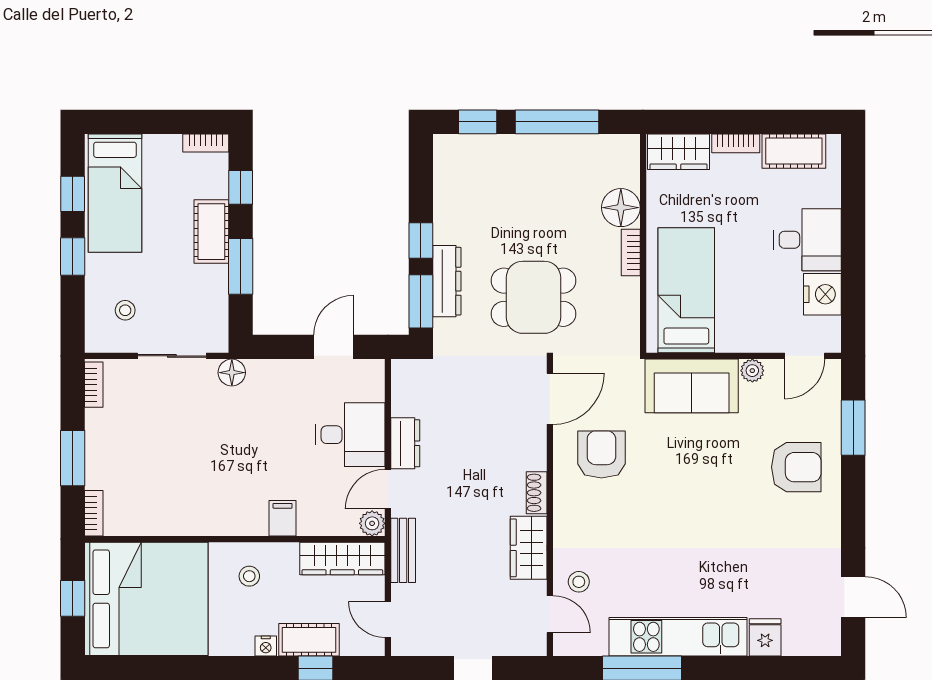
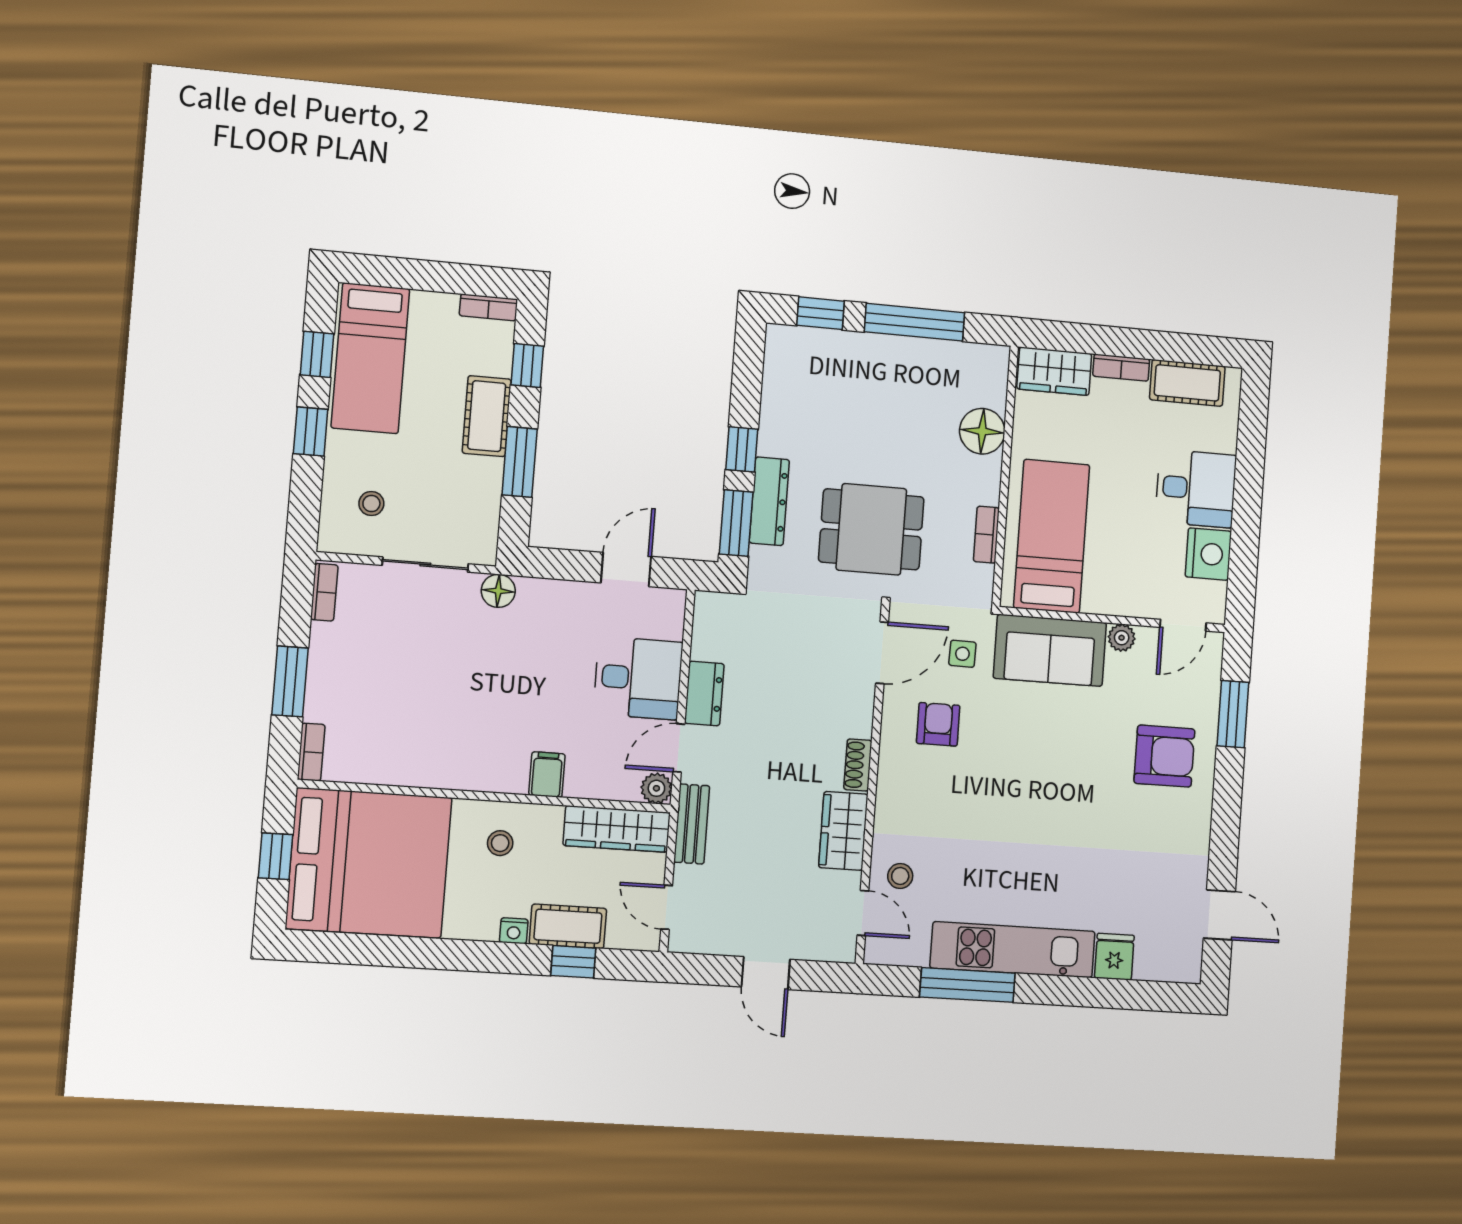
bookcase: (631, 253) -> (986, 535), moved
side table: (618, 394) -> (962, 654), added
armchair: (601, 454) -> (938, 724), width x0.72, depth x0.72

